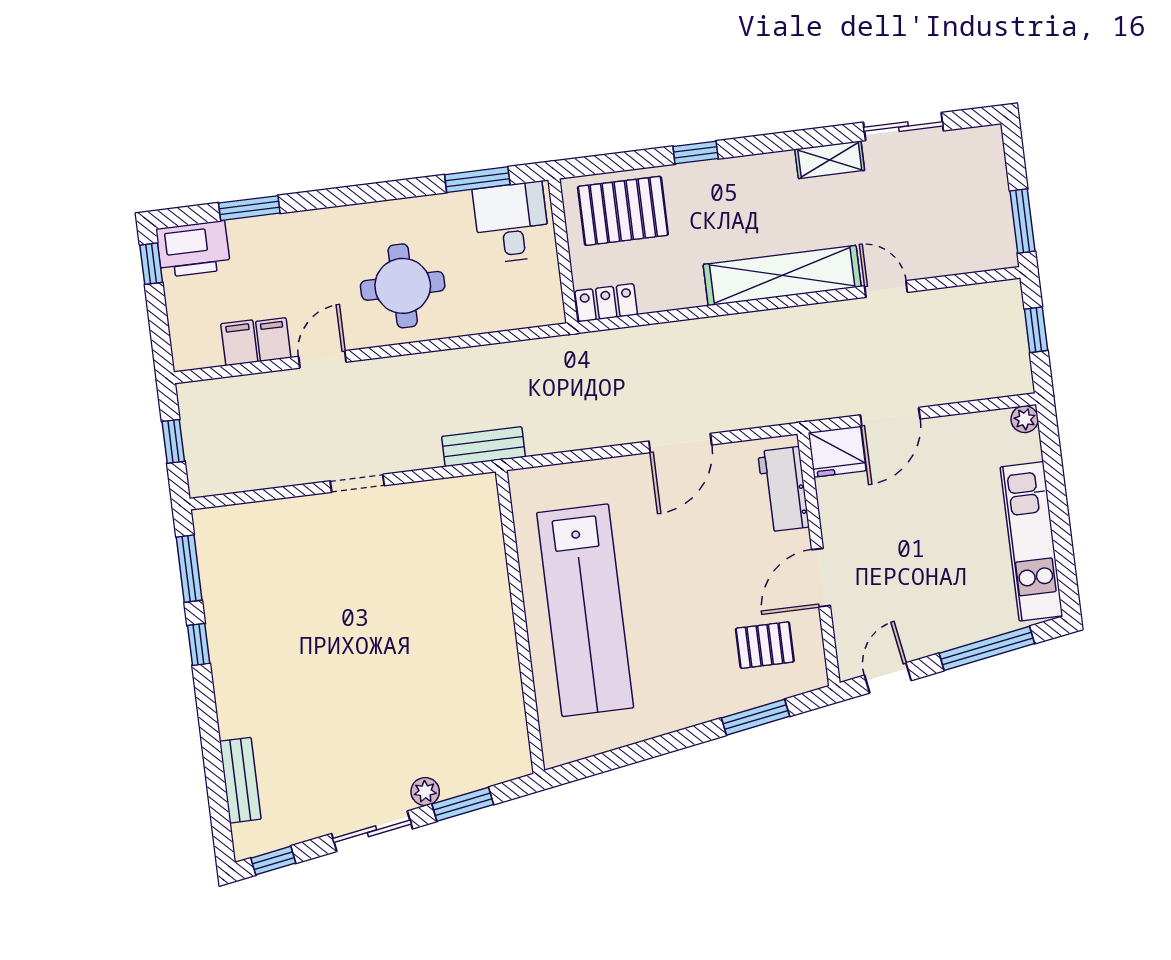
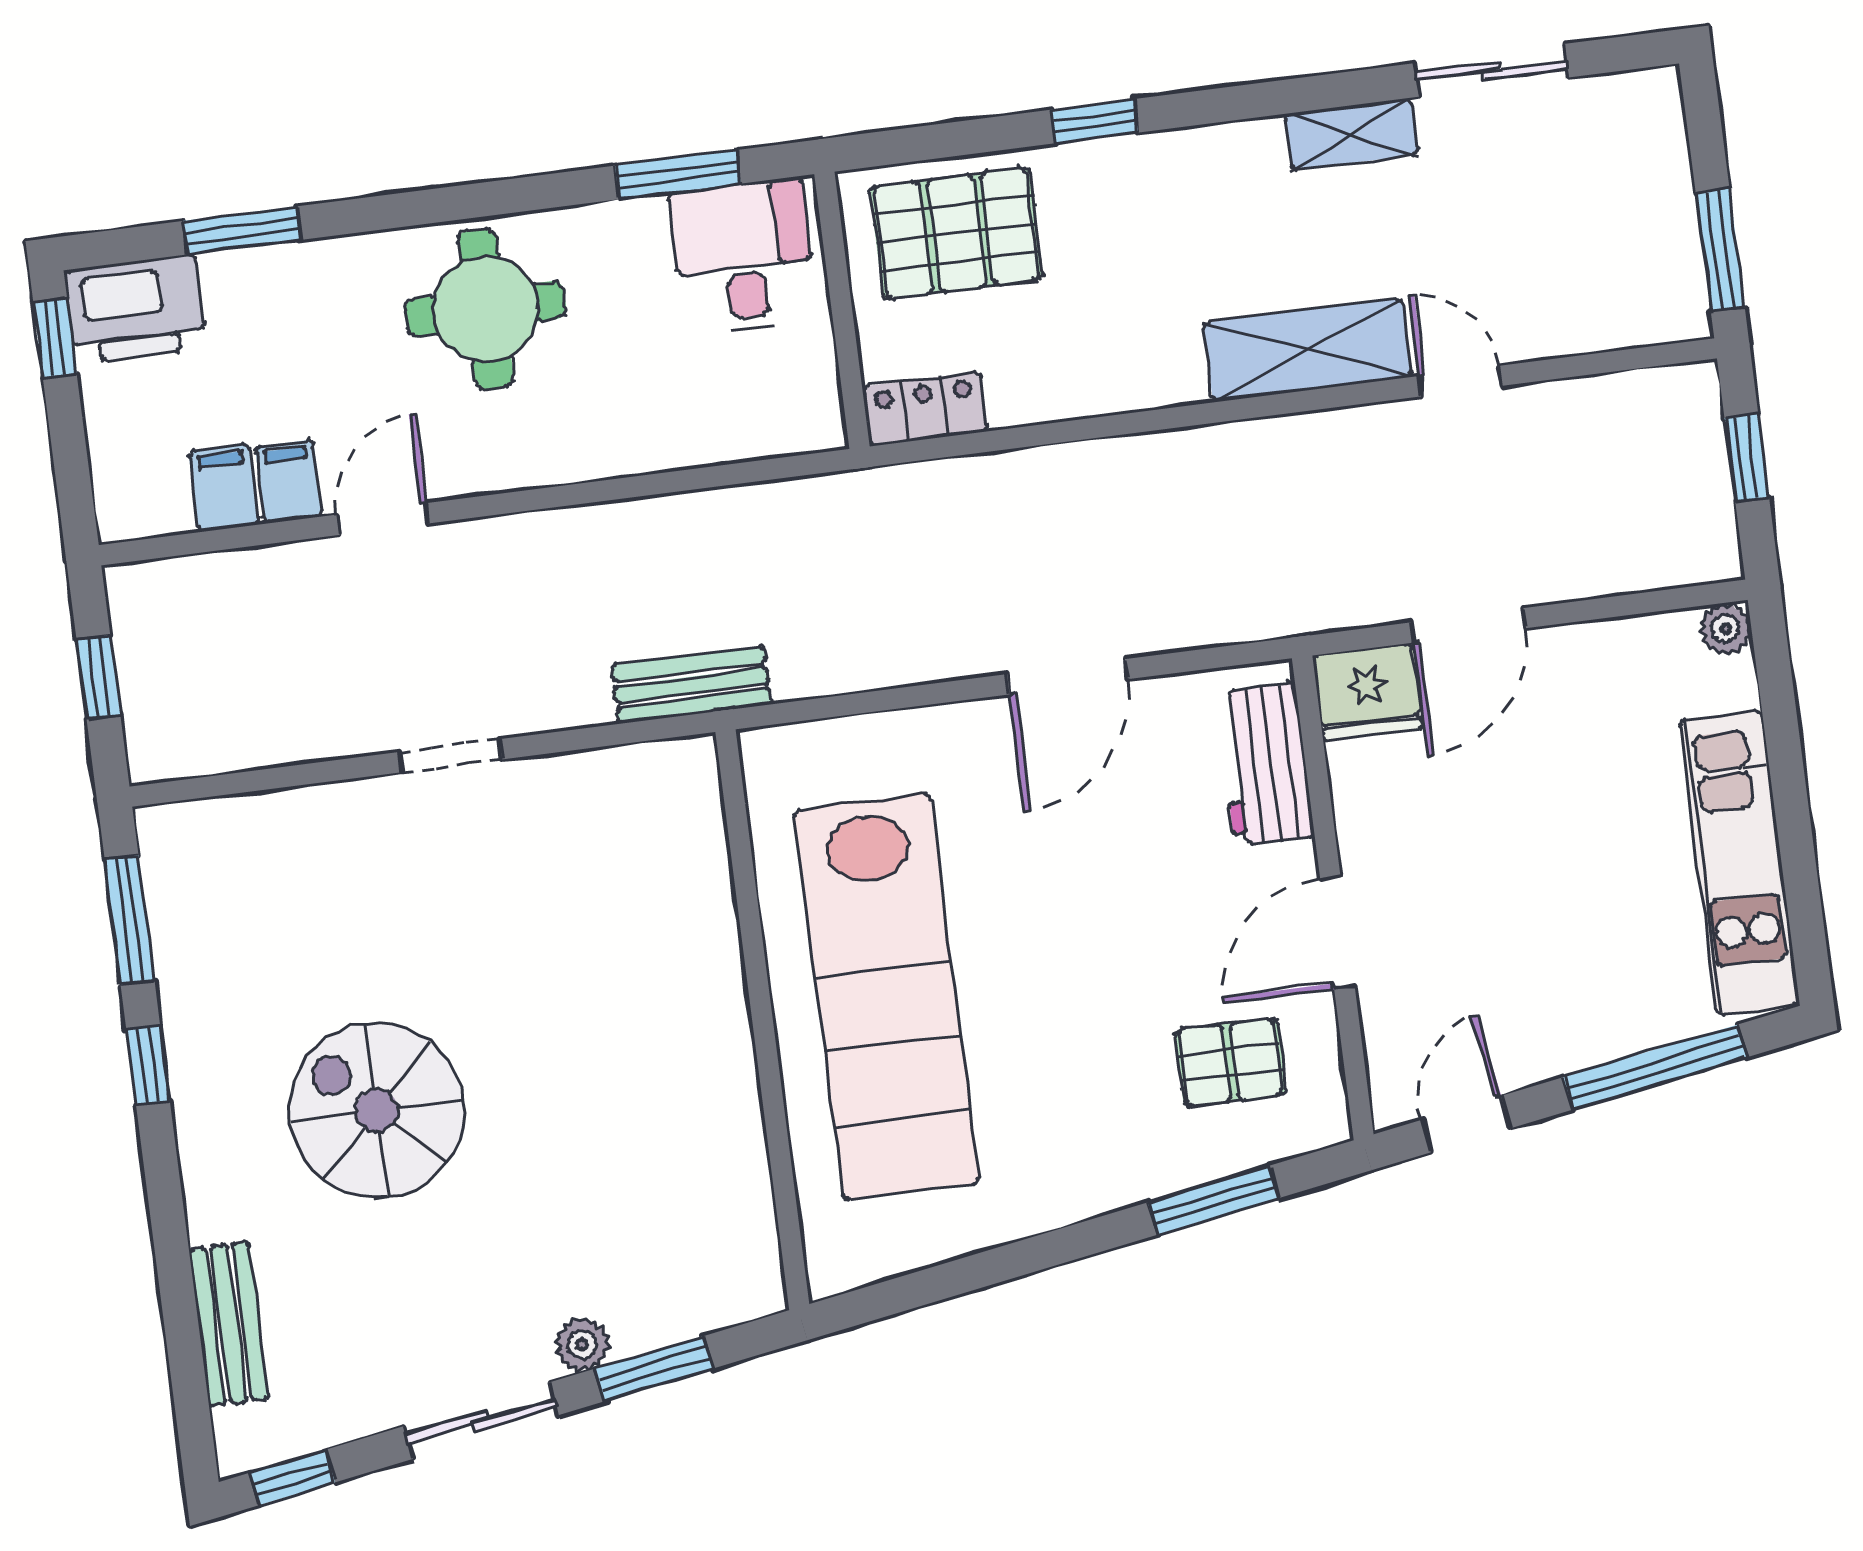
shelving: (782, 276) -> (1307, 350), width x0.68
round table: (403, 286) -> (486, 309), moved
spiral stairs: (318, 669) -> (377, 1110), added

